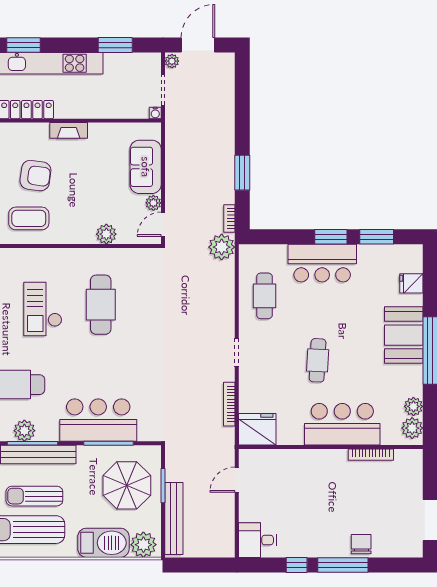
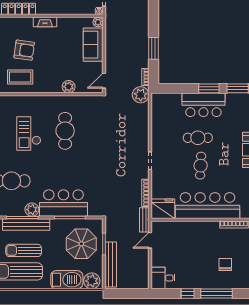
plant: (153, 203) -> (98, 22), moved
cafe table: (264, 296) -> (198, 138), moved, turned 90
bar counter: (342, 424) -> (207, 206), width x1.36
plant: (24, 431) -> (32, 210), moved
bench: (227, 447) -> (144, 220), added
chair: (361, 544) -> (225, 265), moved

